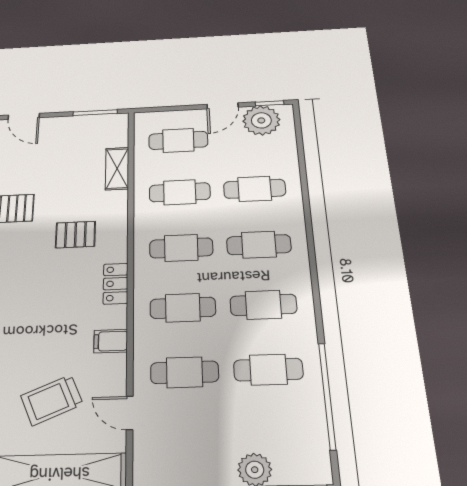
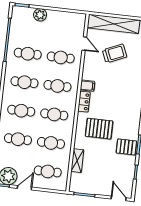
pallet: (75, 235) -> (99, 129), width x1.50, depth x1.42
filing cabinet: (111, 341) -> (88, 86), moved

